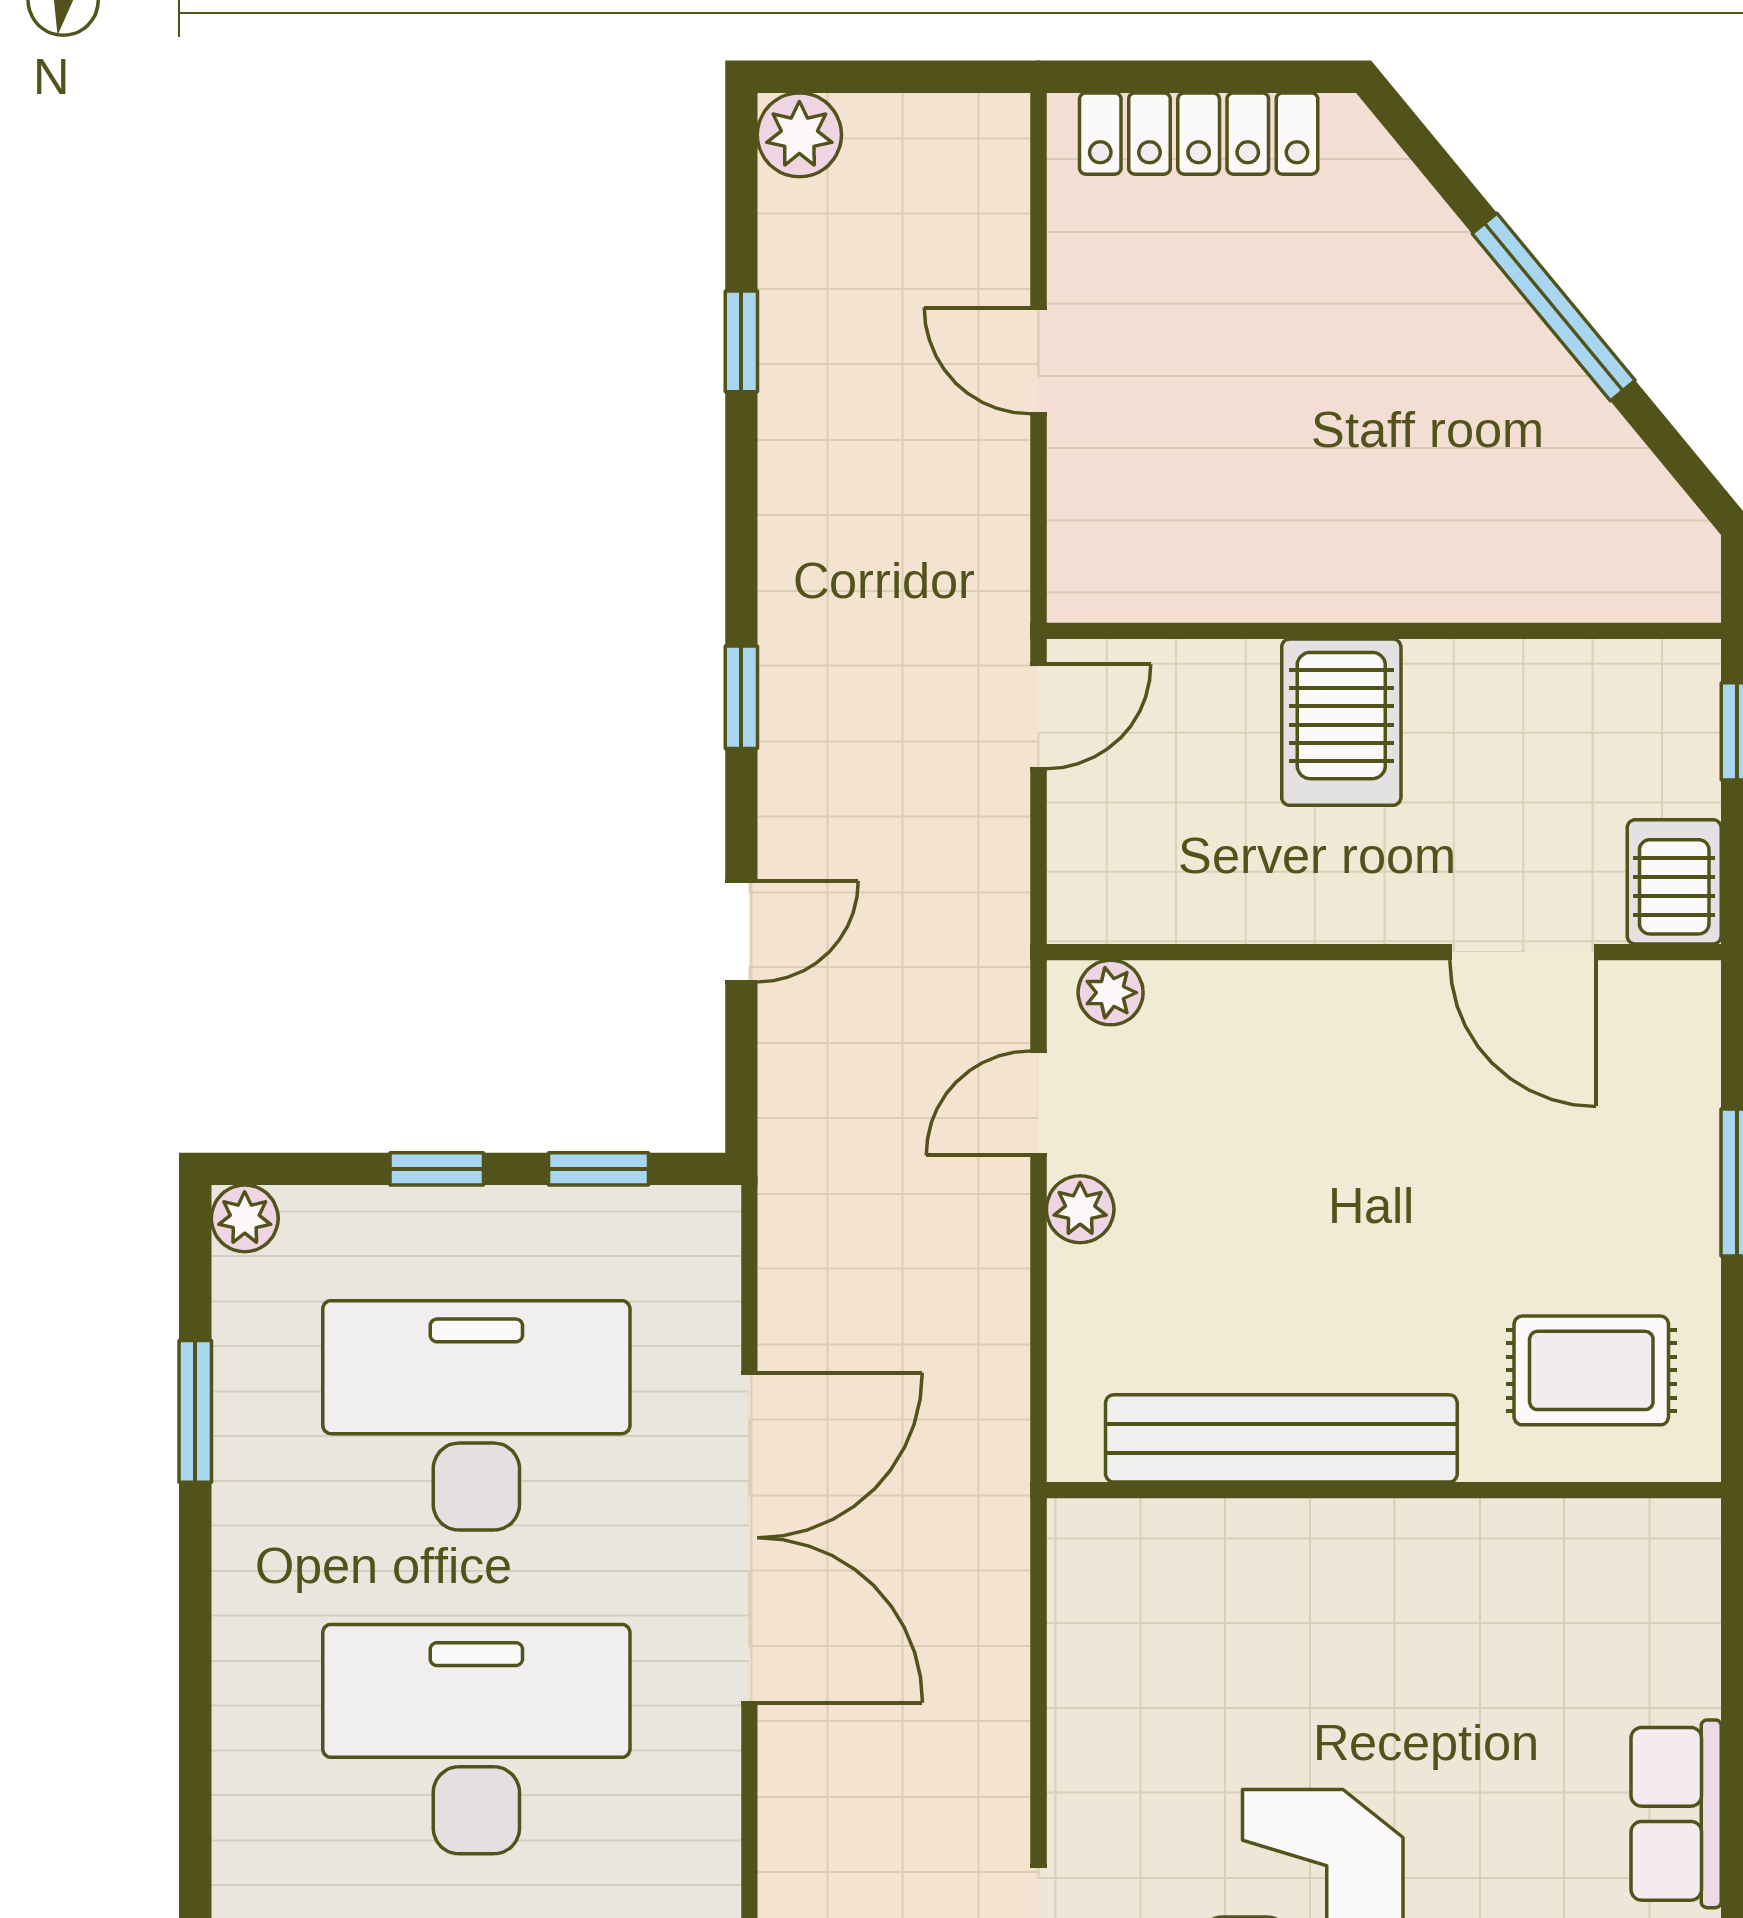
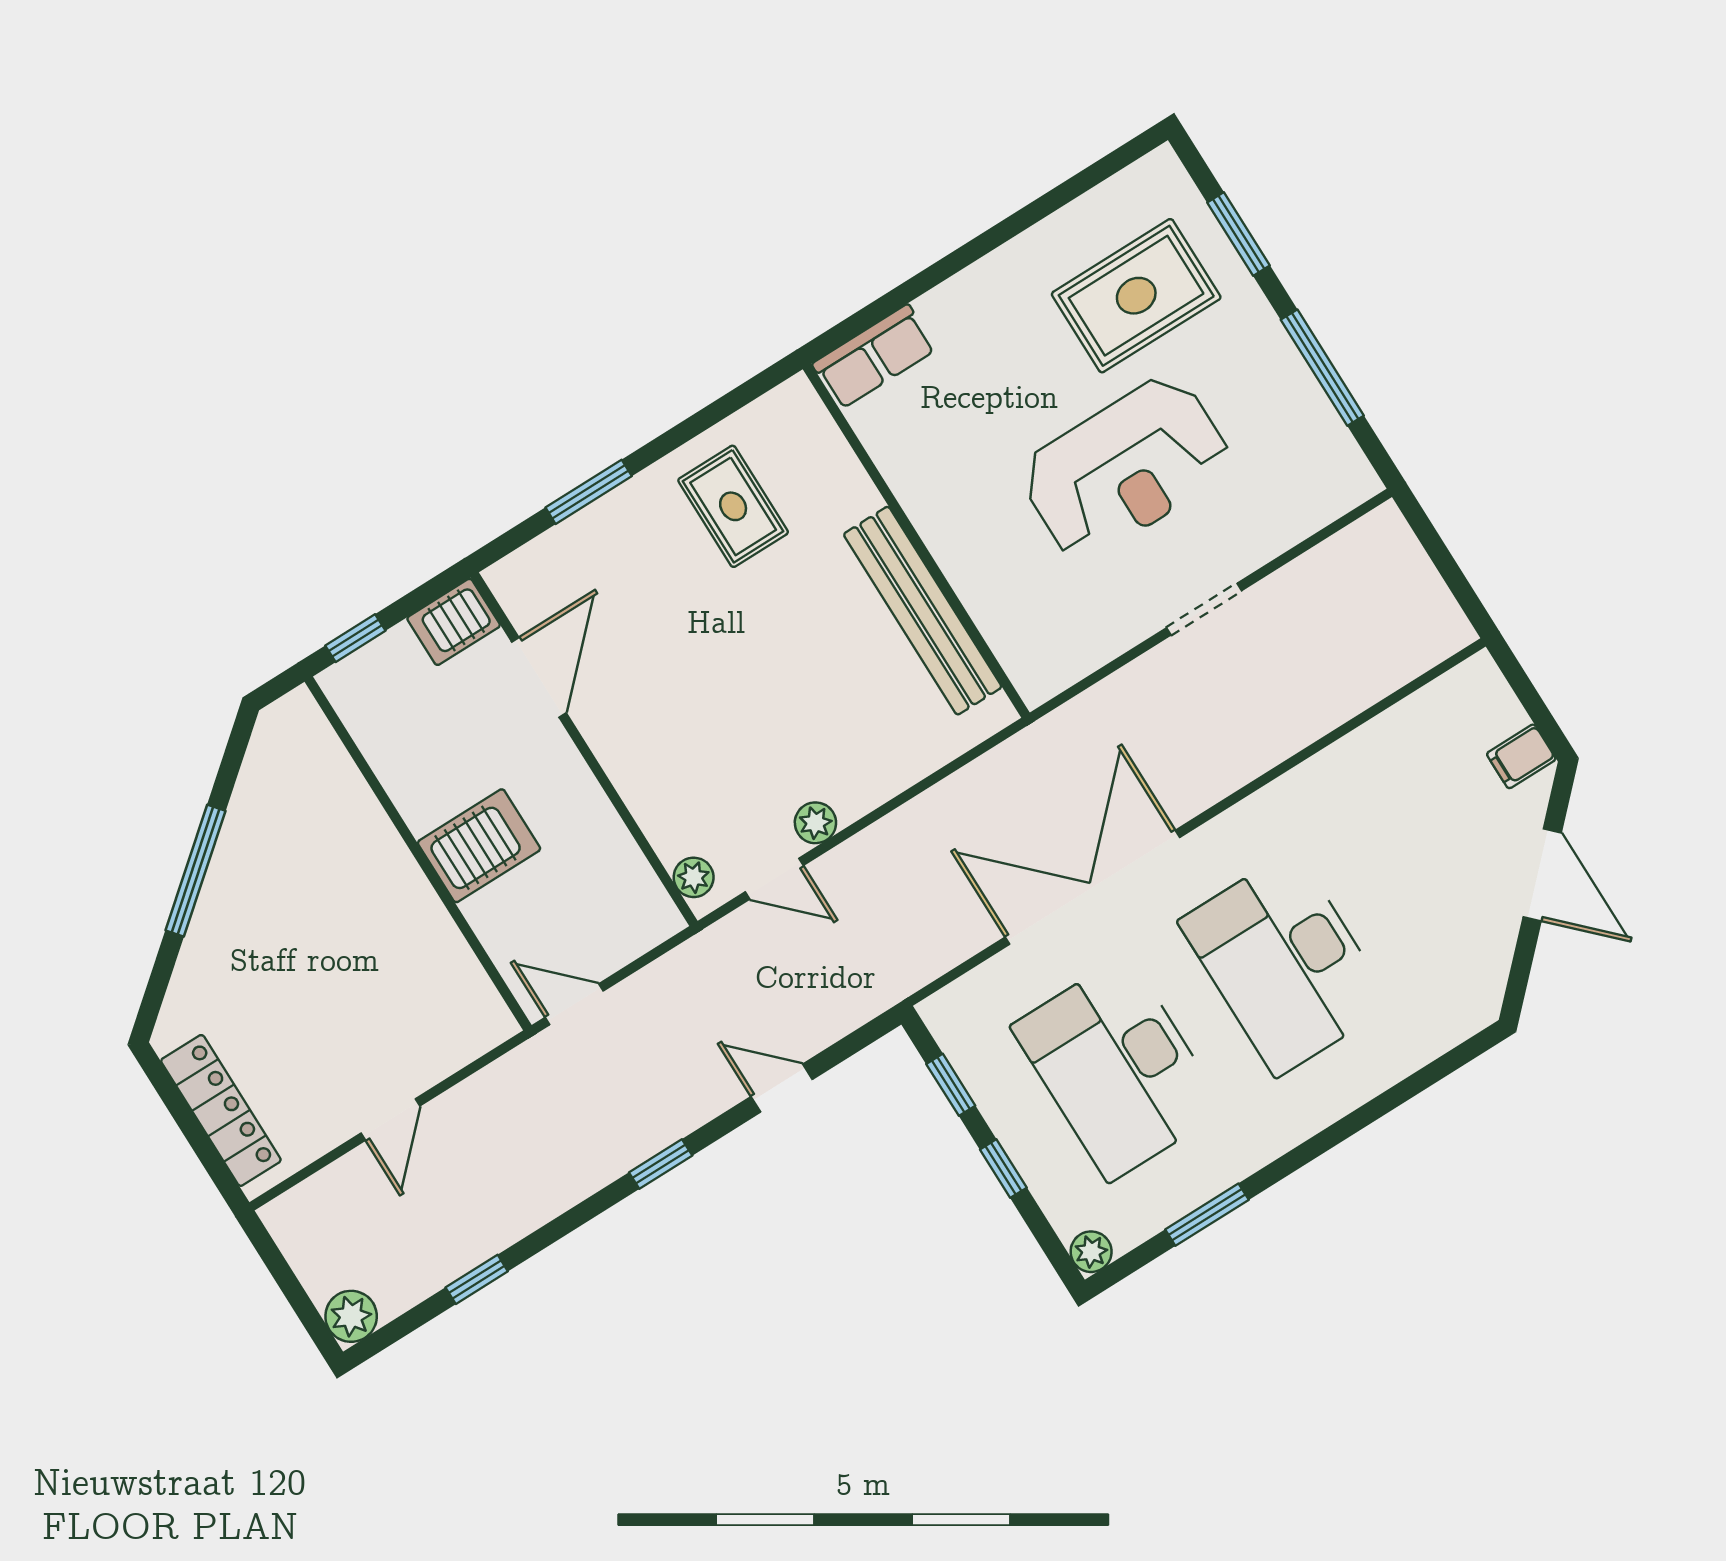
bench: (1281, 1438) -> (923, 611), moved
wall: (1384, 1490) -> (916, 541), moved
row of seats: (1676, 1814) -> (874, 357), moved

